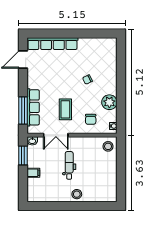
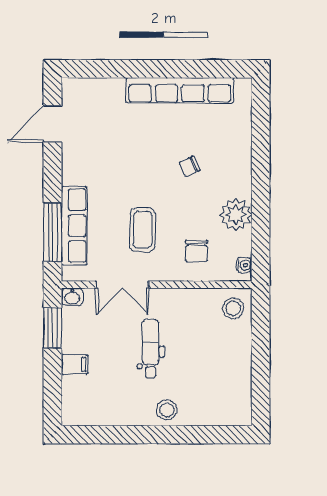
row of seats: (52, 44) -> (180, 90), moved

